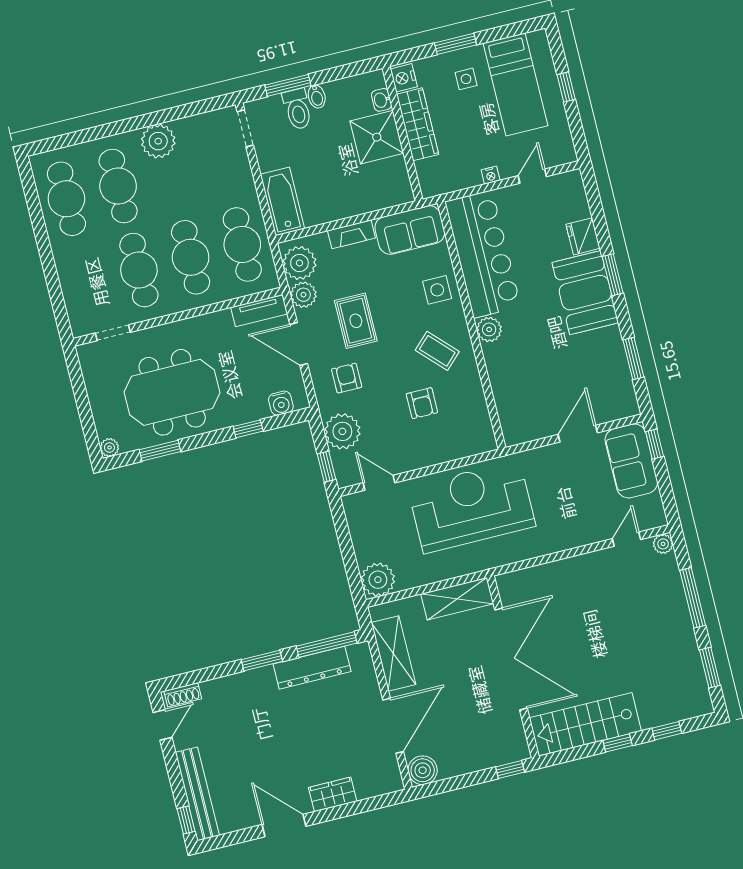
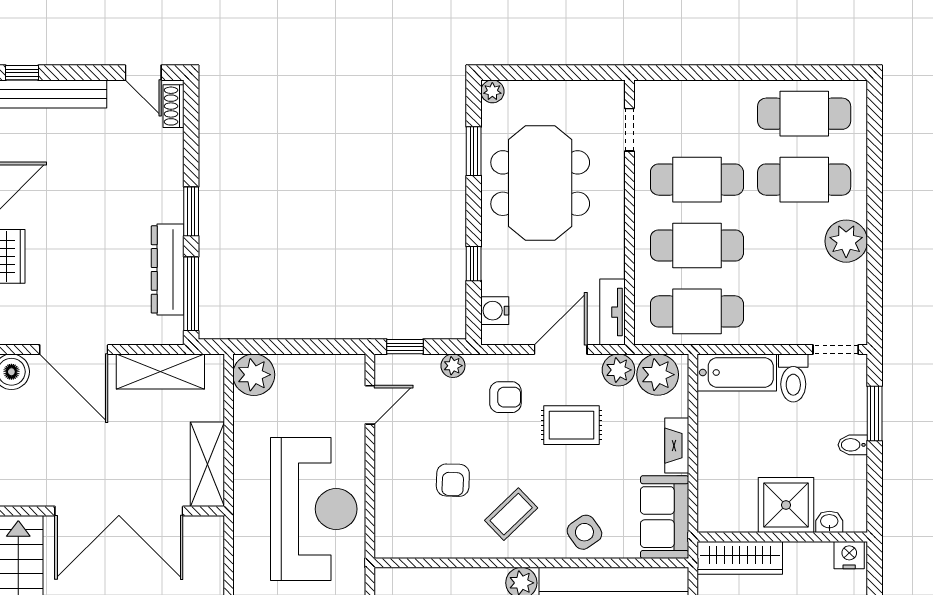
toilet: (297, 109) -> (793, 378), moved, turned -90
wardrobe: (418, 124) -> (740, 558), moved
side table: (437, 290) -> (584, 532), turned -35
armchair: (422, 403) -> (453, 480), turned -88
plant: (342, 431) -> (453, 366), width x0.53, depth x0.53

